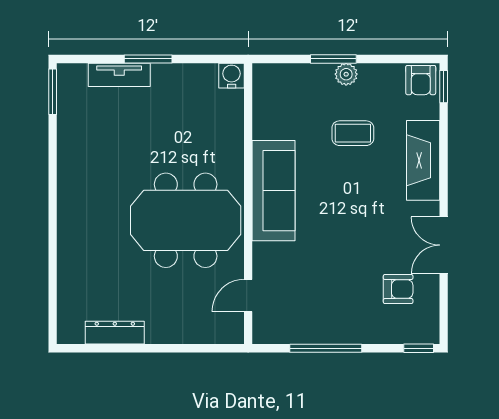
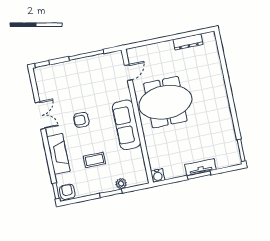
plant: (346, 74) -> (121, 184), moved
tv unit: (119, 75) -> (200, 167), moved
armchair: (398, 289) -> (81, 120), moved

